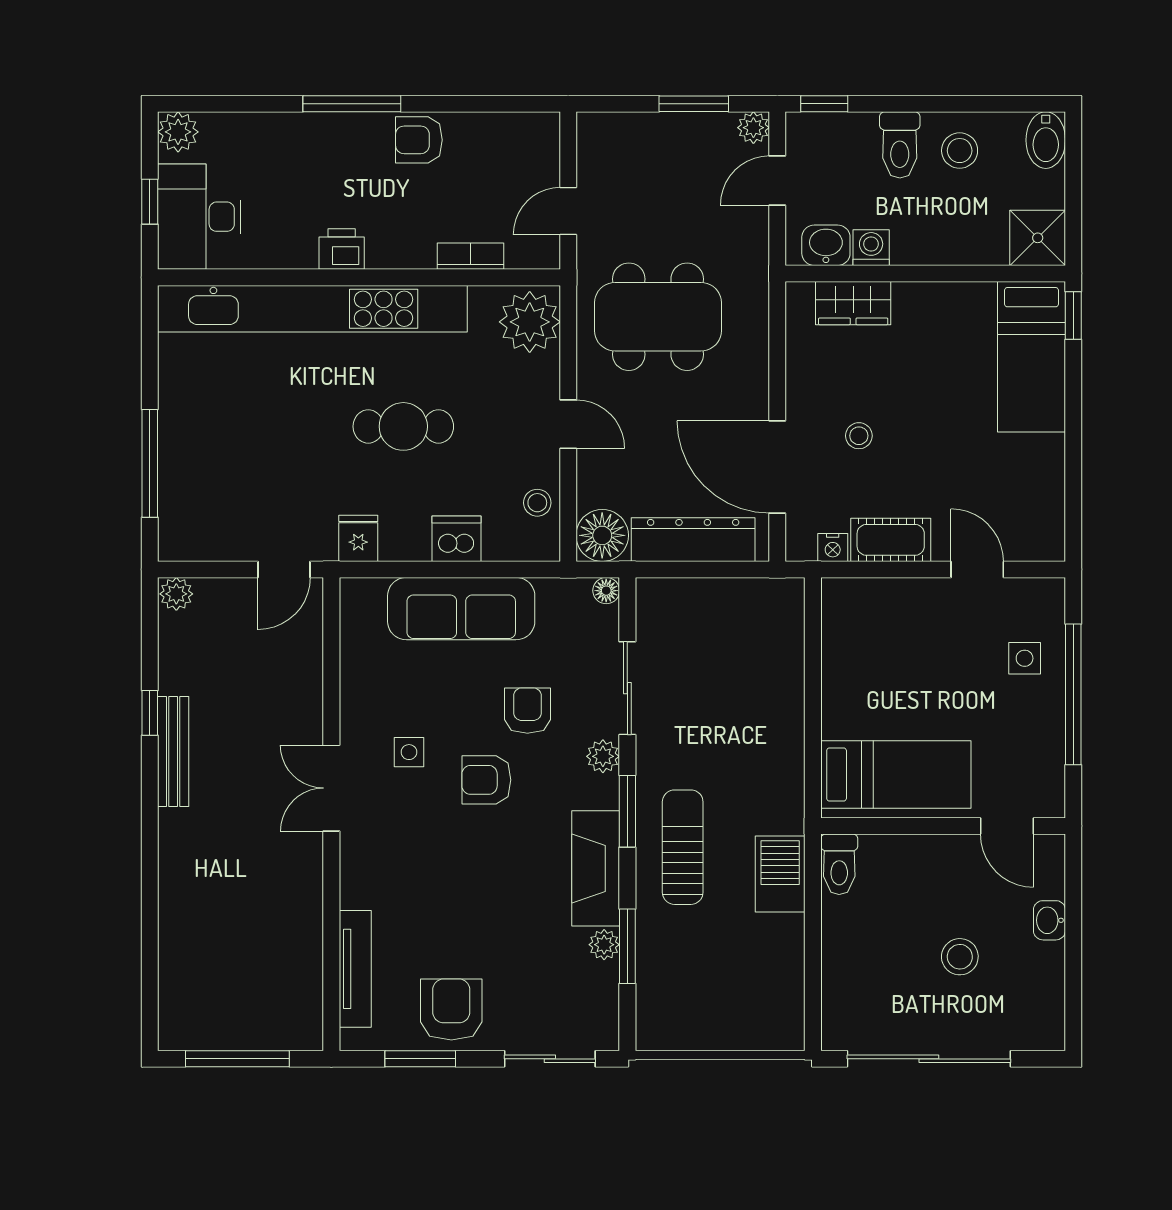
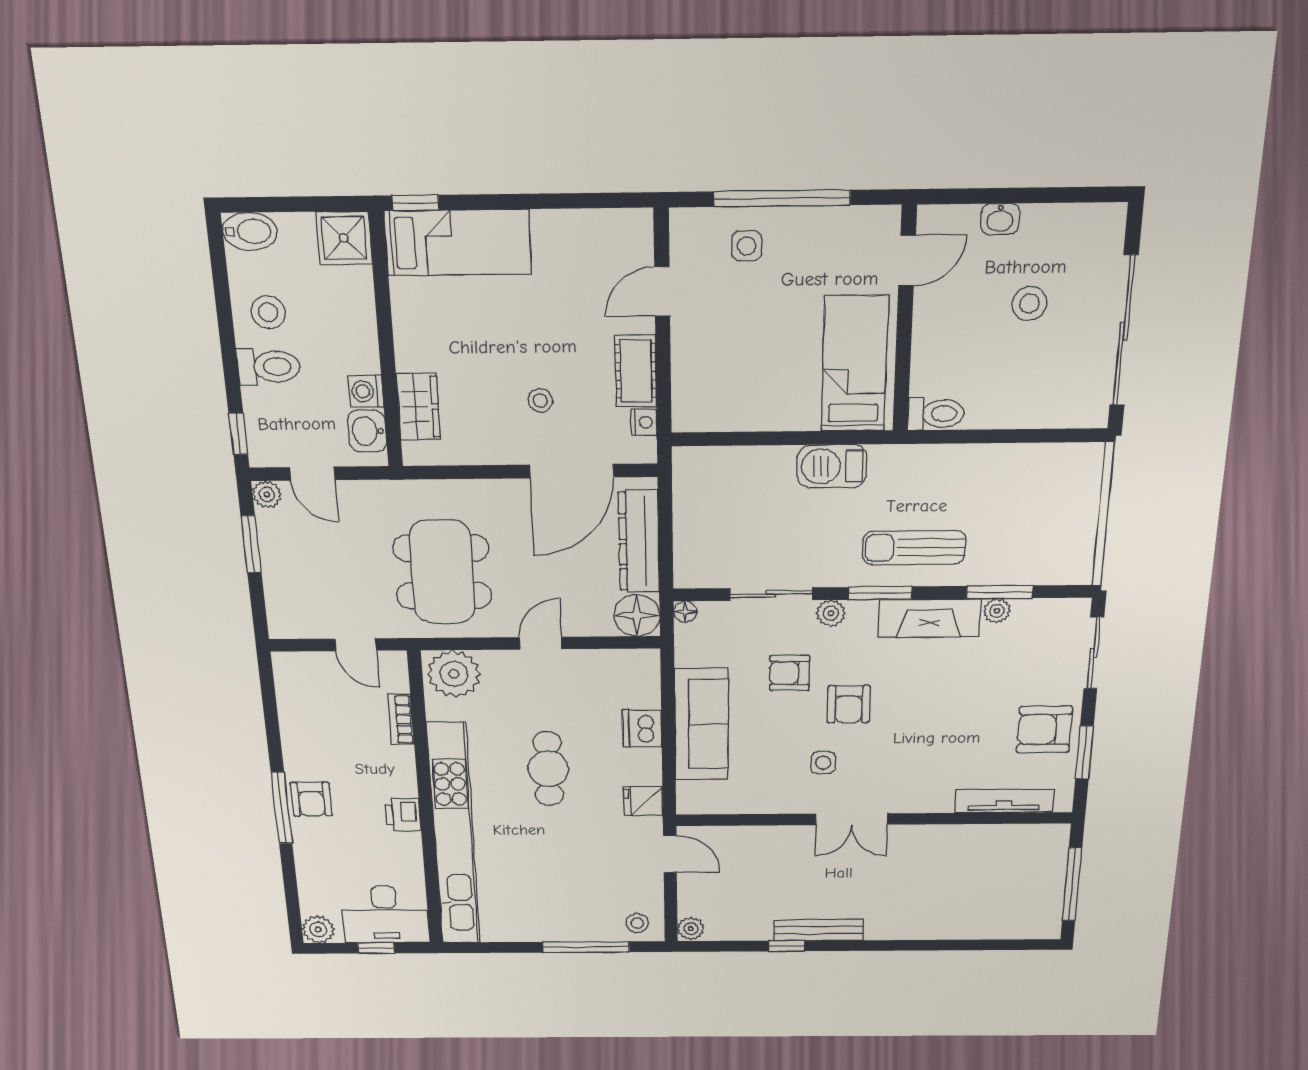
armchair: (419, 140) -> (311, 799), moved
stool: (537, 503) -> (637, 923), moved
barbecue: (780, 874) -> (832, 466), moved

